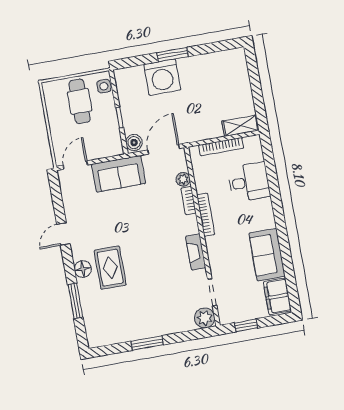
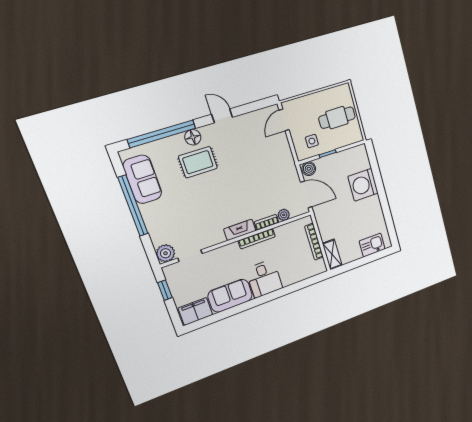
window: (172, 55) -> (381, 191), removed
kitchen sink: (238, 73) -> (372, 245), added
side table: (104, 86) -> (312, 141), moved
door: (75, 165) -> (284, 120), swing flipped
sofa: (119, 174) -> (142, 179), moved, turned 180
desk: (249, 182) -> (264, 279), moved
fireplace: (196, 252) -> (240, 230), moved
window: (75, 301) -> (162, 134), width x2.11
window: (147, 343) -> (133, 206), width x2.11

